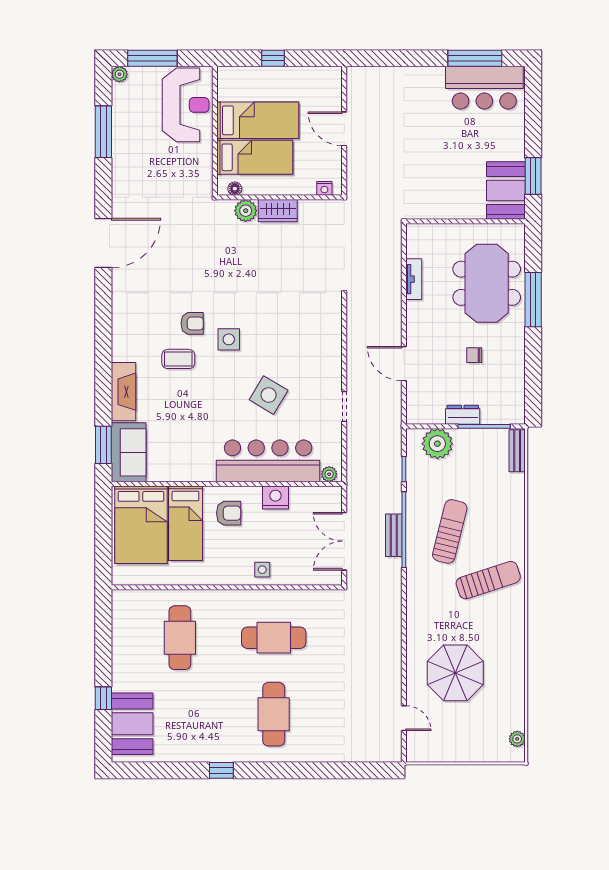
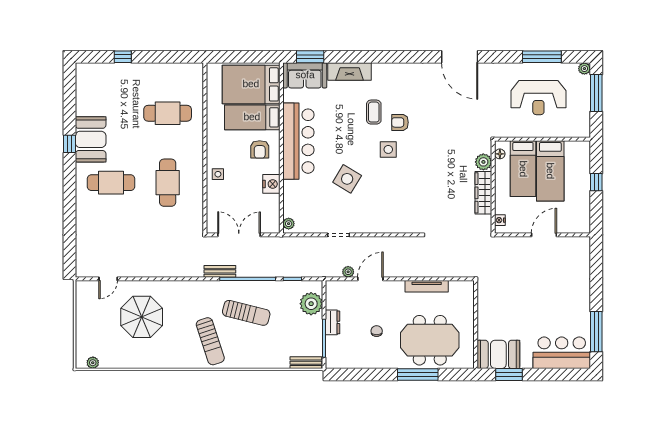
bar counter: (484, 88) -> (562, 353), moved, turned 90
reception desk: (186, 105) -> (538, 98), moved
wardrobe: (278, 211) -> (483, 193), width x1.50
tv unit: (414, 279) -> (427, 286), width x1.41
armchair: (192, 323) -> (400, 122), turned 90
plant: (394, 394) -> (348, 272), added
bar counter: (268, 461) -> (298, 141), moved
bench: (394, 535) -> (220, 271), moved
booth: (132, 724) -> (91, 139), moved, turned 90

